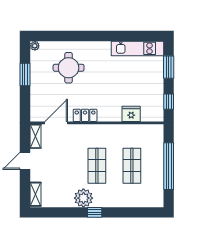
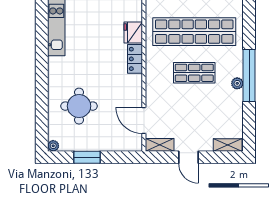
locker: (85, 115) -> (135, 59), moved
shop shelf: (132, 166) -> (194, 32), width x2.00, depth x1.36
plant: (83, 198) -> (237, 83), width x0.53, depth x0.53
window: (95, 212) -> (249, 75), width x3.17

